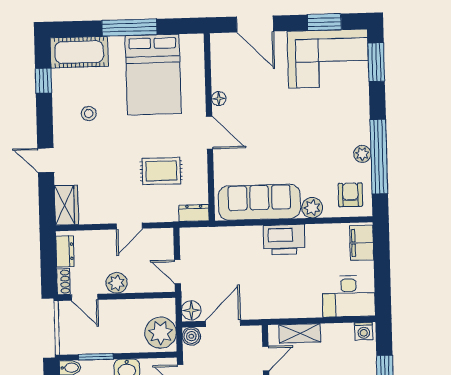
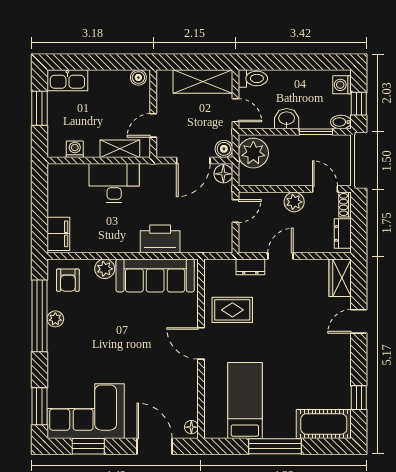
bed: (153, 75) -> (245, 400), width x0.67
floor lamp: (219, 99) -> (191, 427), moved
stool: (89, 114) -> (316, 365), removed
door: (46, 160) -> (359, 321), swing flipped
rug: (161, 171) -> (232, 310), moved
dresser: (194, 213) -> (250, 267), moved
printer: (284, 240) -> (160, 239), moved
door: (178, 272) -> (235, 211), hinge flipped
desk: (349, 296) -> (114, 183), moved
washing machine: (364, 331) -> (75, 149), moved

